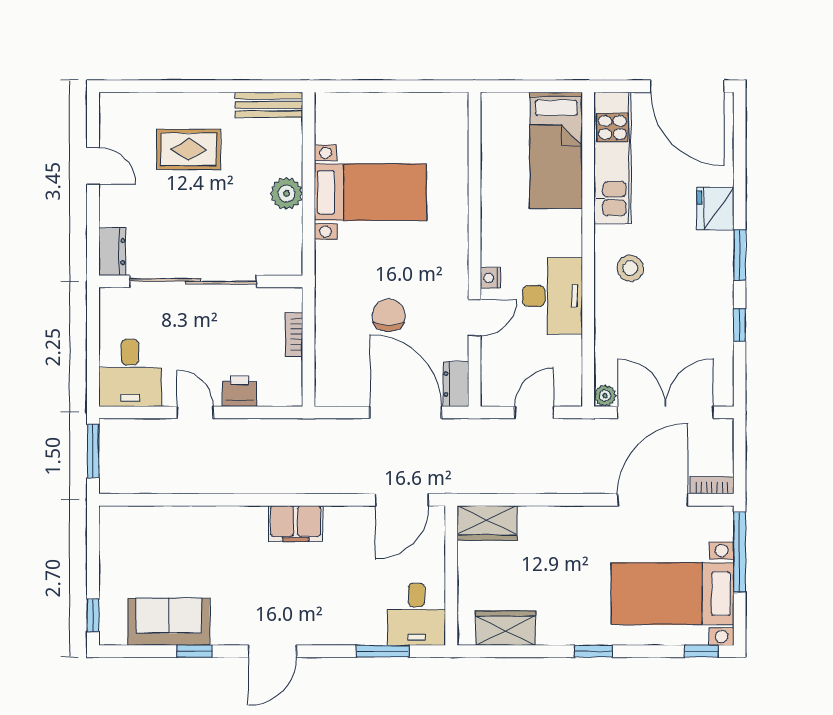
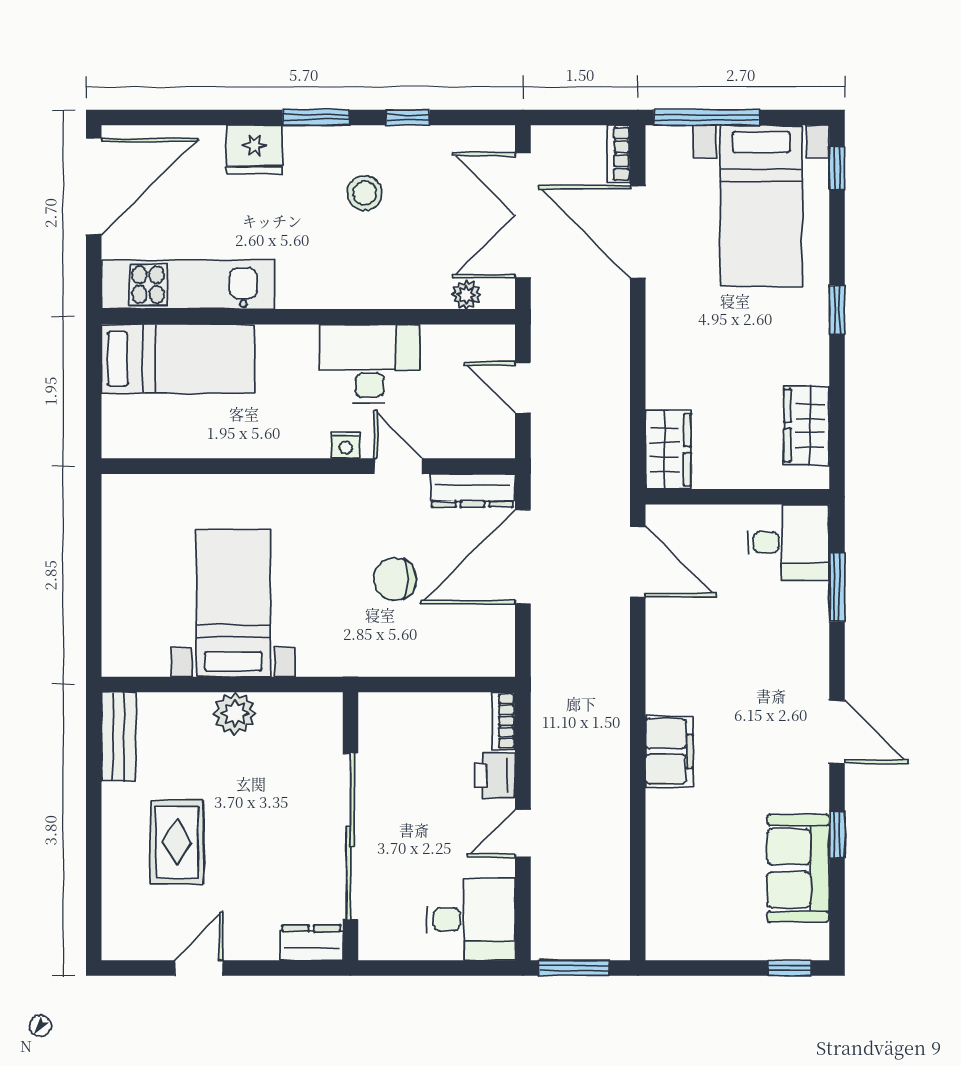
stool: (630, 268) -> (365, 193), moved
bookcase: (294, 334) -> (504, 721), moved, turned 90
dresser: (456, 384) -> (472, 490), width x1.44
plant: (605, 396) -> (466, 295), moved
filing cabinet: (296, 524) -> (669, 751), moved

